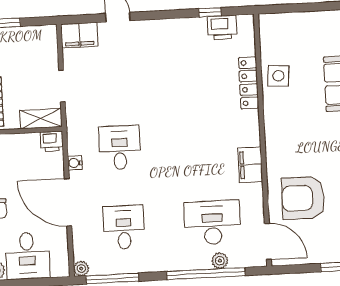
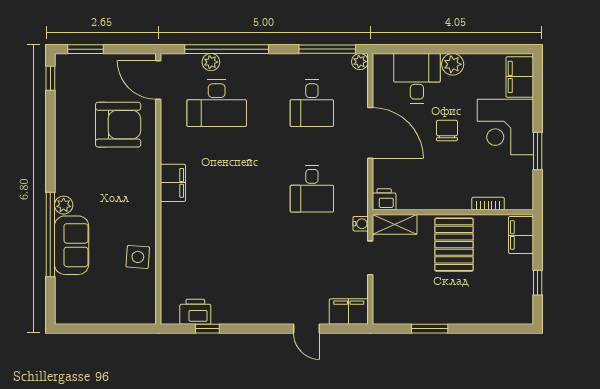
locker: (249, 83) -> (170, 251), removed
water cooler: (75, 163) -> (361, 224), moved
filing cabinet: (250, 165) -> (173, 183), moved

